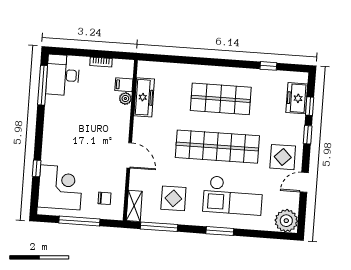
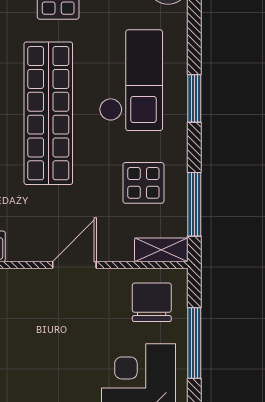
chair: (104, 198) -> (152, 302), width x1.87, depth x1.87

